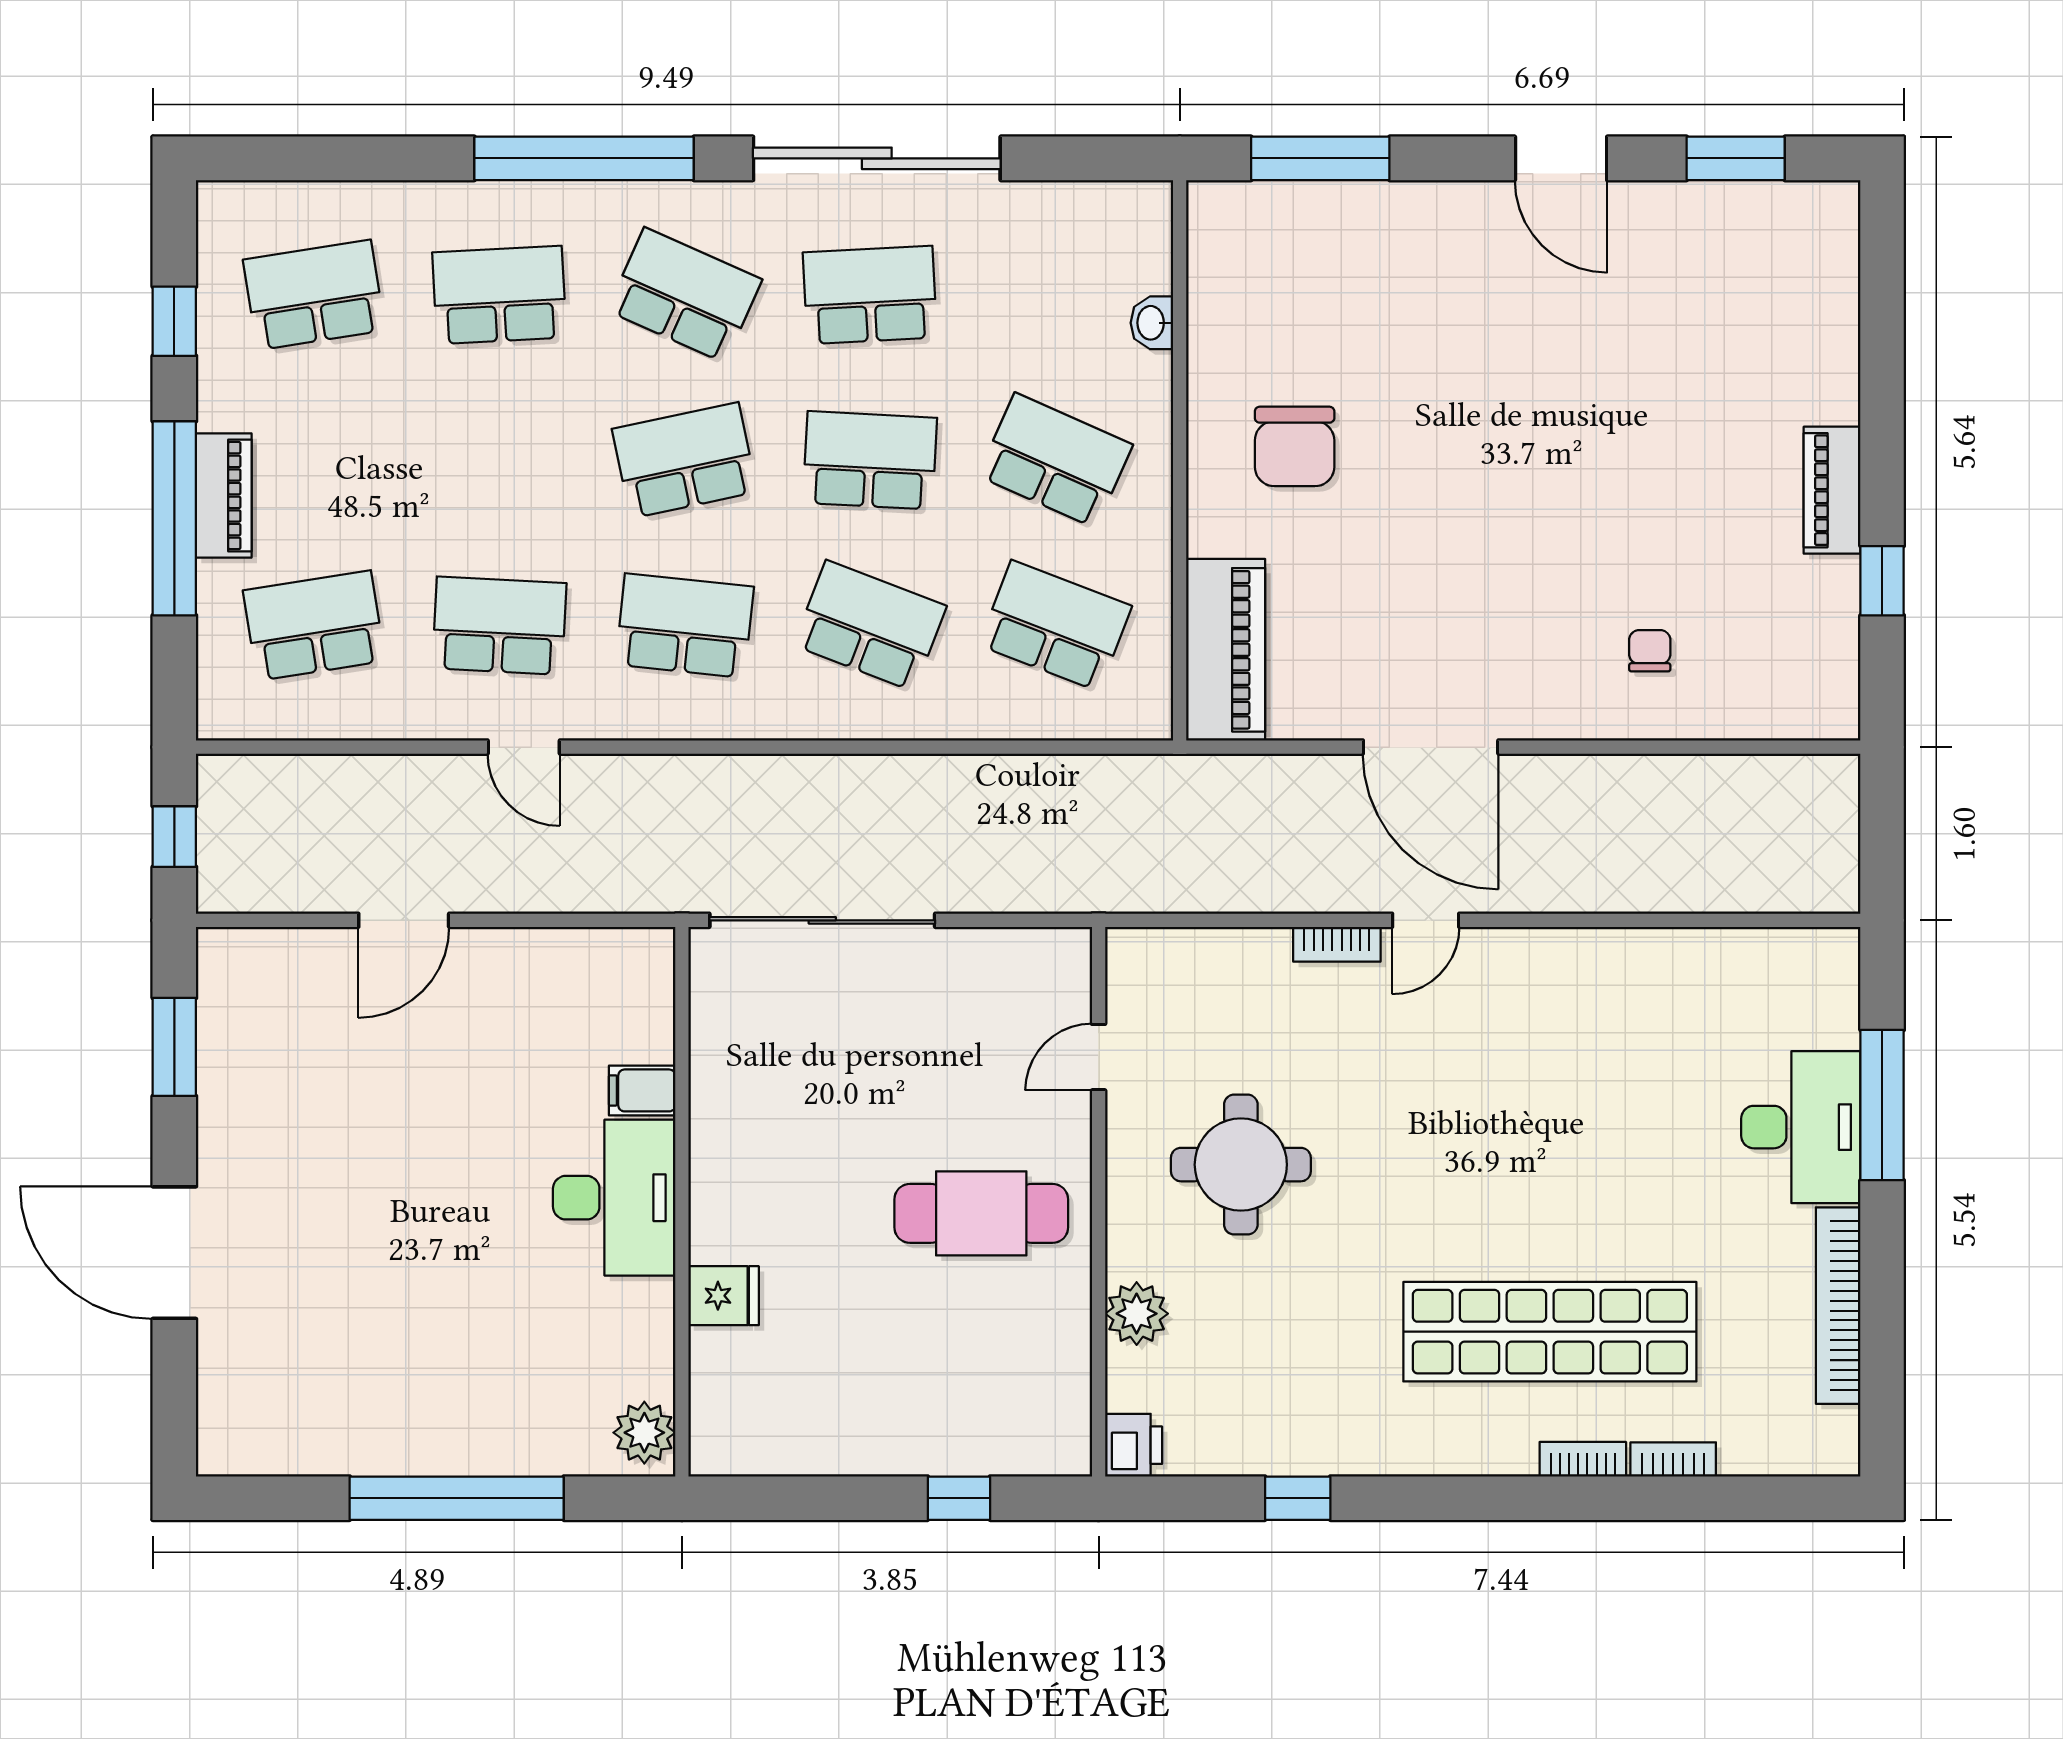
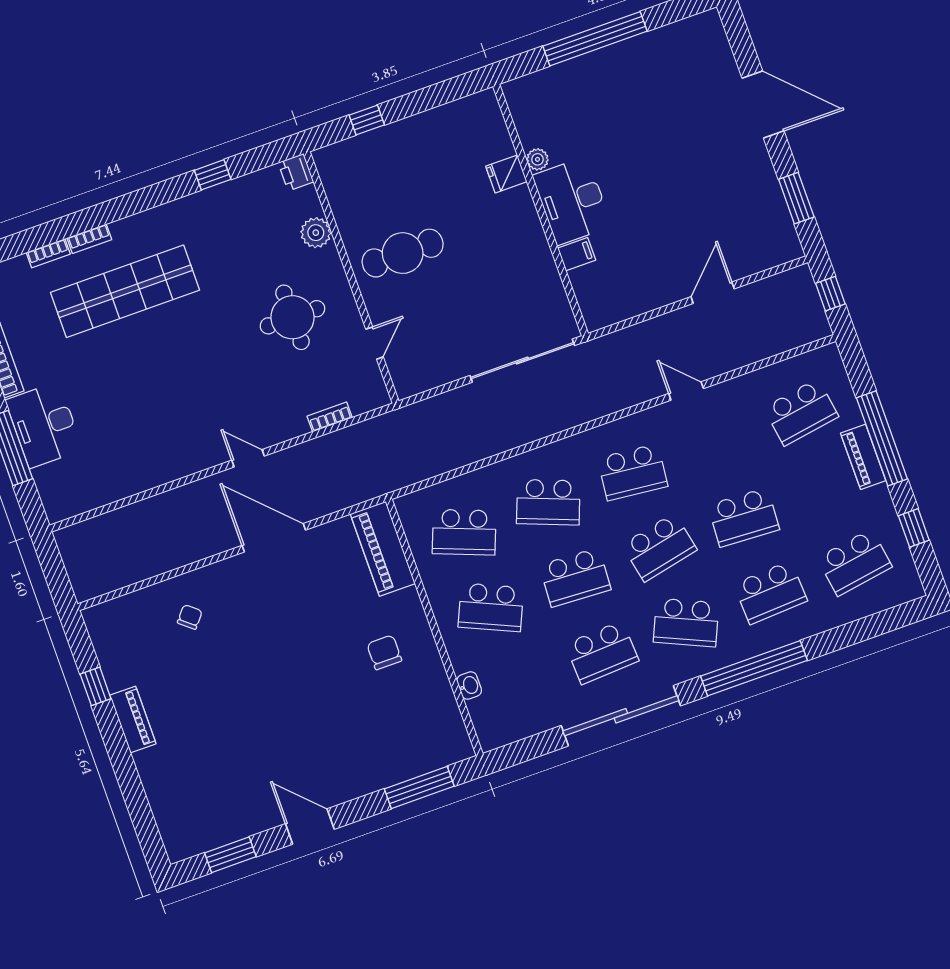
chair: (1295, 446) -> (384, 652), width x0.73, depth x0.73
school desk: (499, 626) -> (744, 517), moved
chair: (1650, 651) -> (190, 617), turned -140
door: (1426, 920) -> (248, 458), hinge flipped
bookcase: (1337, 944) -> (330, 417), moved
plant: (644, 1433) -> (537, 159), moved, width x0.73, depth x0.73

